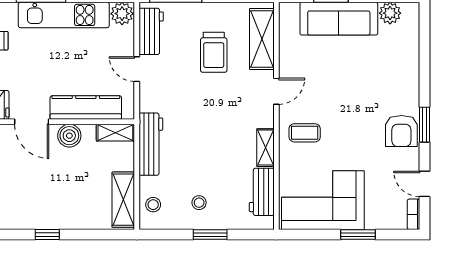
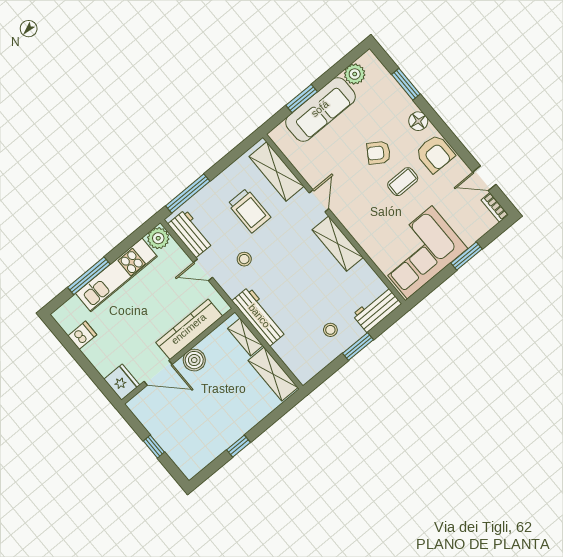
armchair: (357, 92) -> (379, 153), added
floor lamp: (410, 94) -> (418, 121), added
window: (424, 125) -> (406, 84), moved
shelving: (115, 133) -> (245, 337), moved, turned 90
coffee table: (305, 133) -> (403, 182), moved
shelving: (265, 148) -> (338, 244), width x1.50, depth x1.33
workbench: (262, 192) -> (377, 309), moved, turned 90
stool: (153, 205) -> (244, 259), moved

